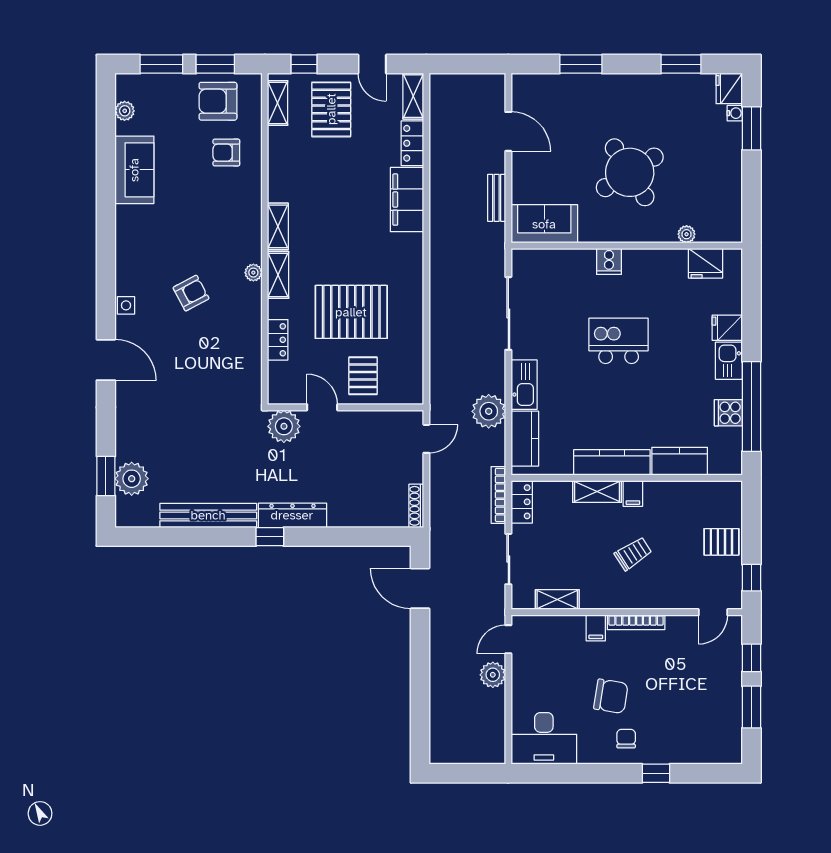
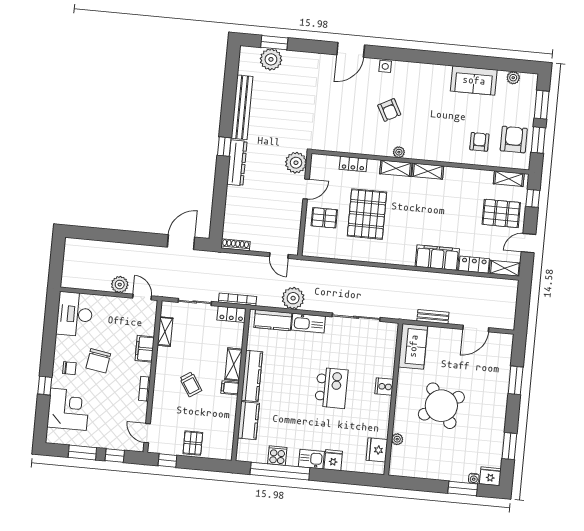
bookcase: (636, 622) -> (145, 389), width x0.64
filing cabinet: (596, 628) -> (145, 349), width x2.00
corner desk: (688, 734) -> (68, 409), added

